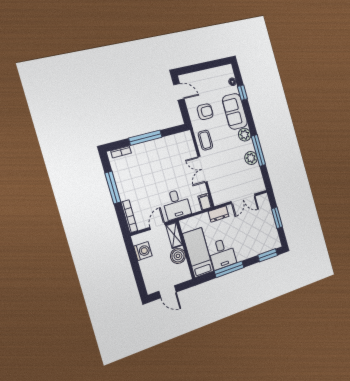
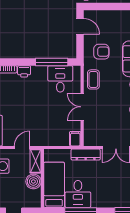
window: (145, 138) -> (52, 62), moved
printer: (138, 150) -> (24, 71), added
desk: (176, 204) -> (60, 79), moved, turned 180
dresser: (219, 214) -> (86, 155), width x1.44

